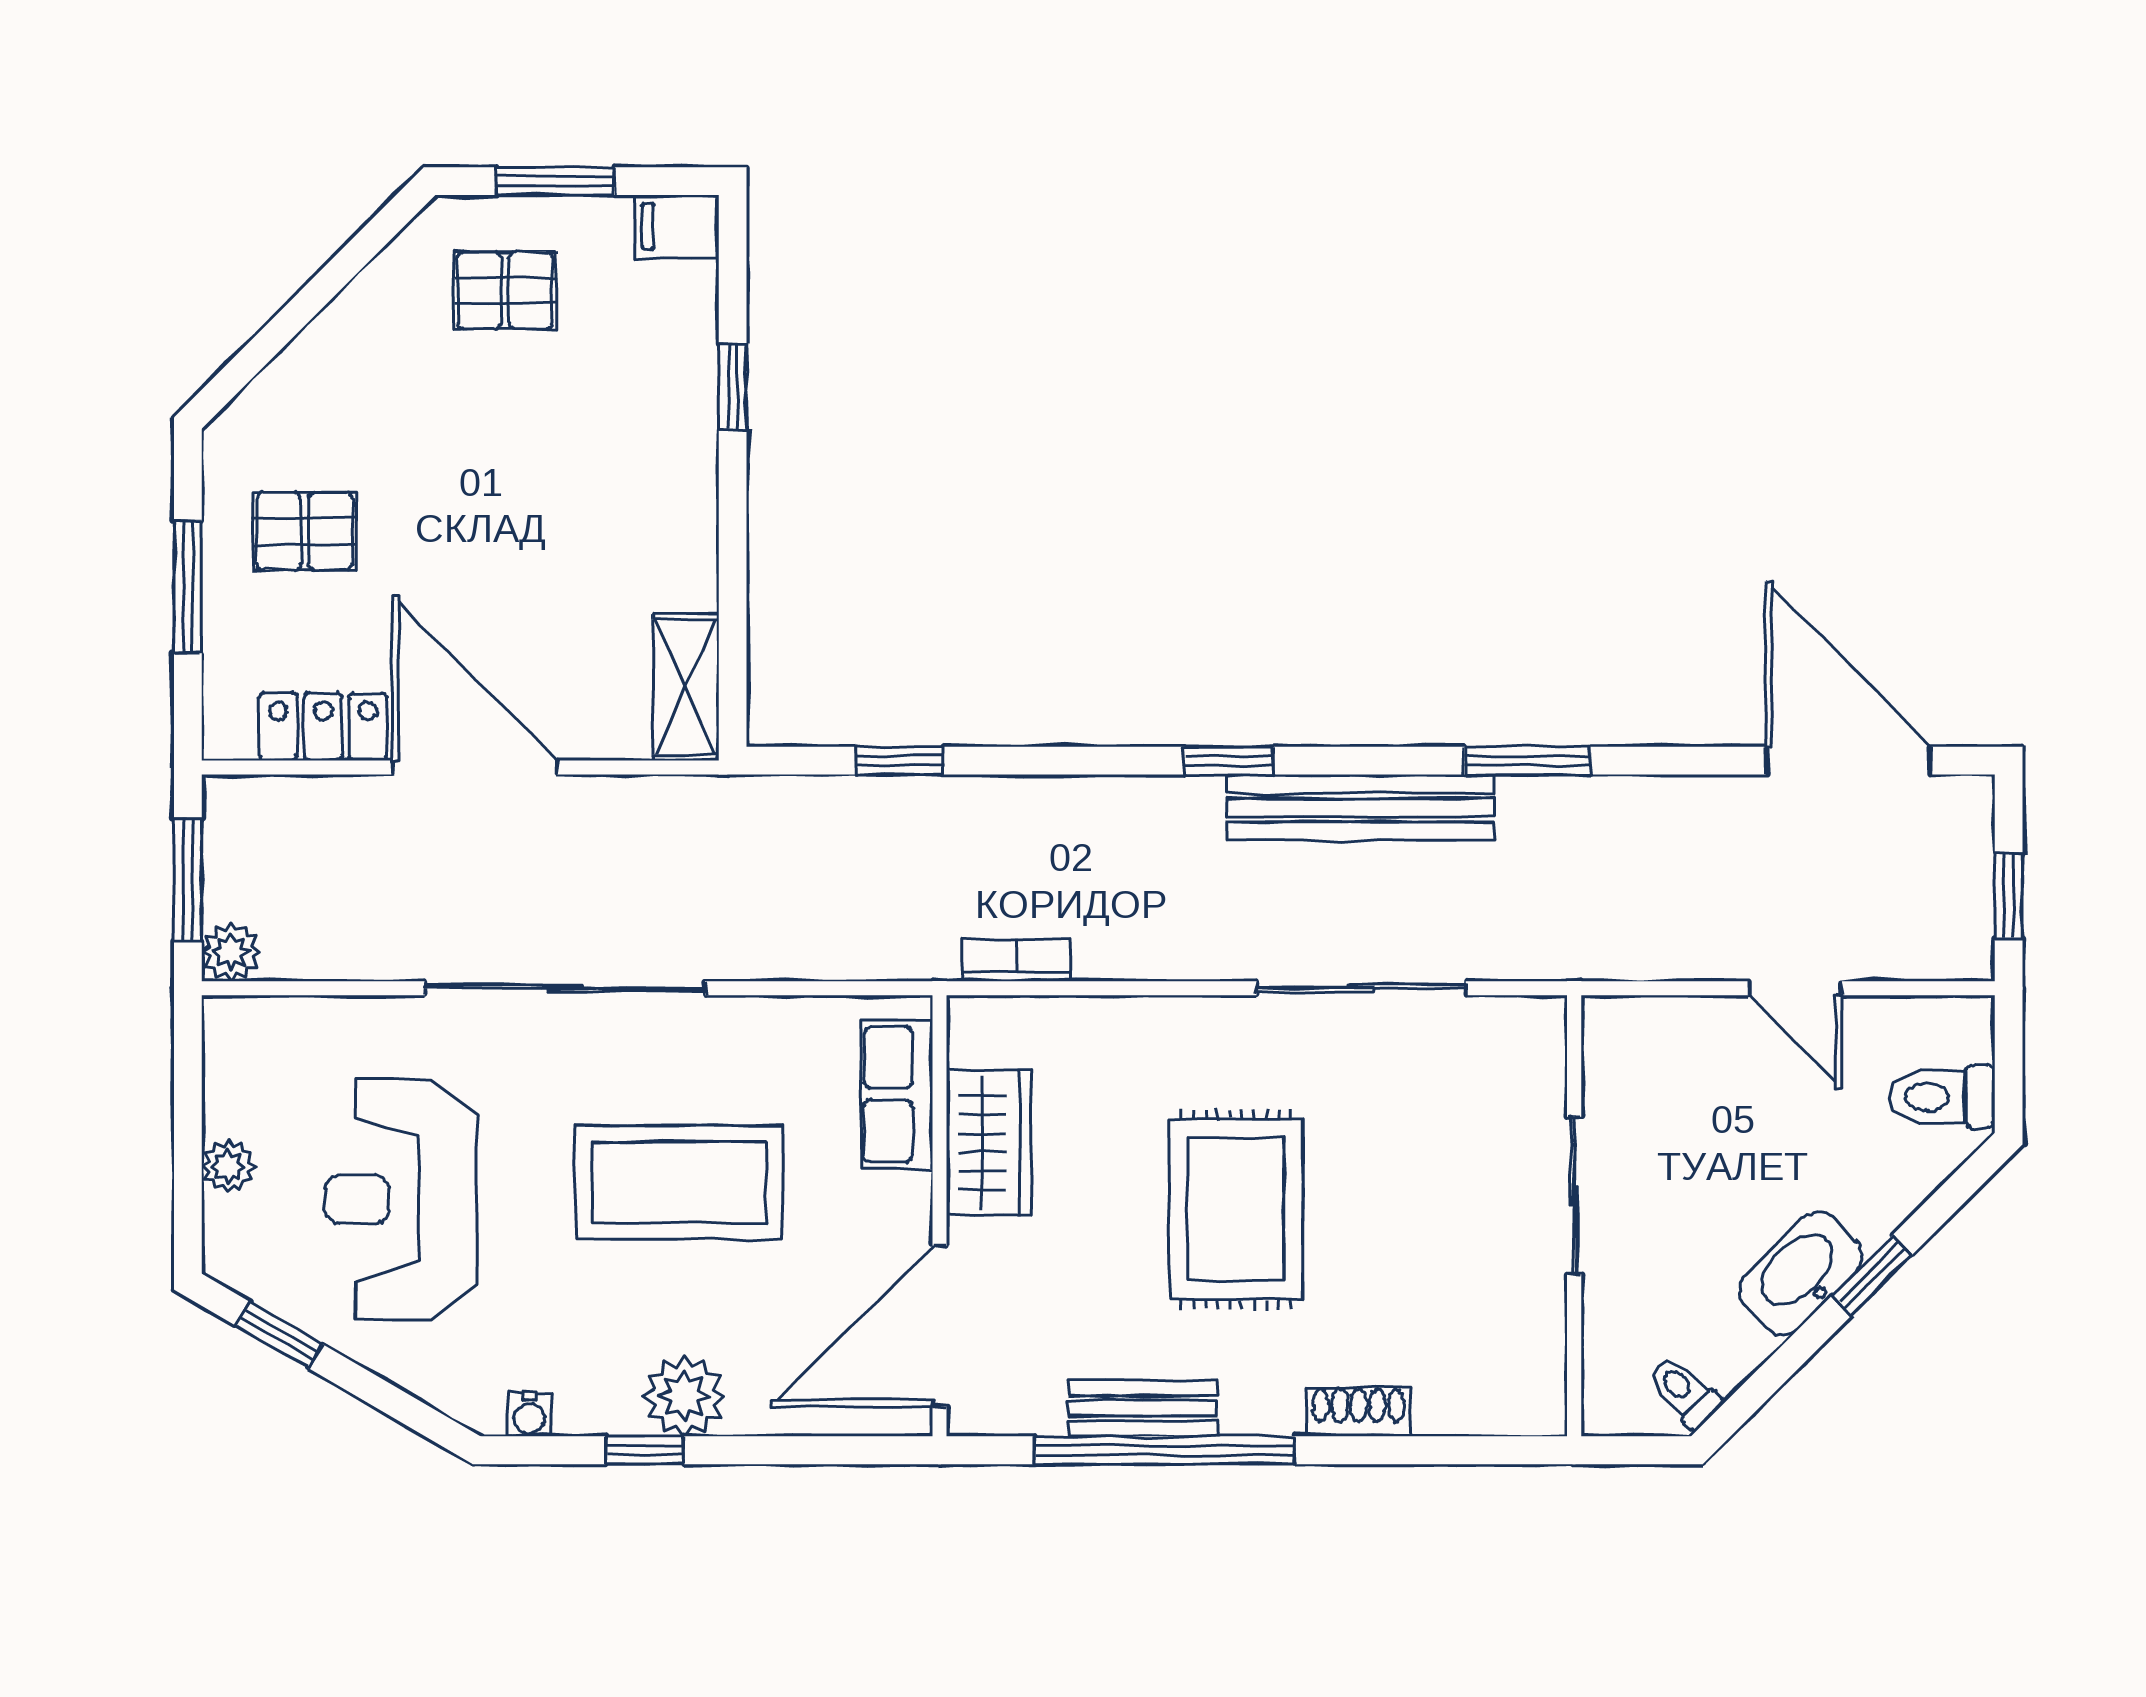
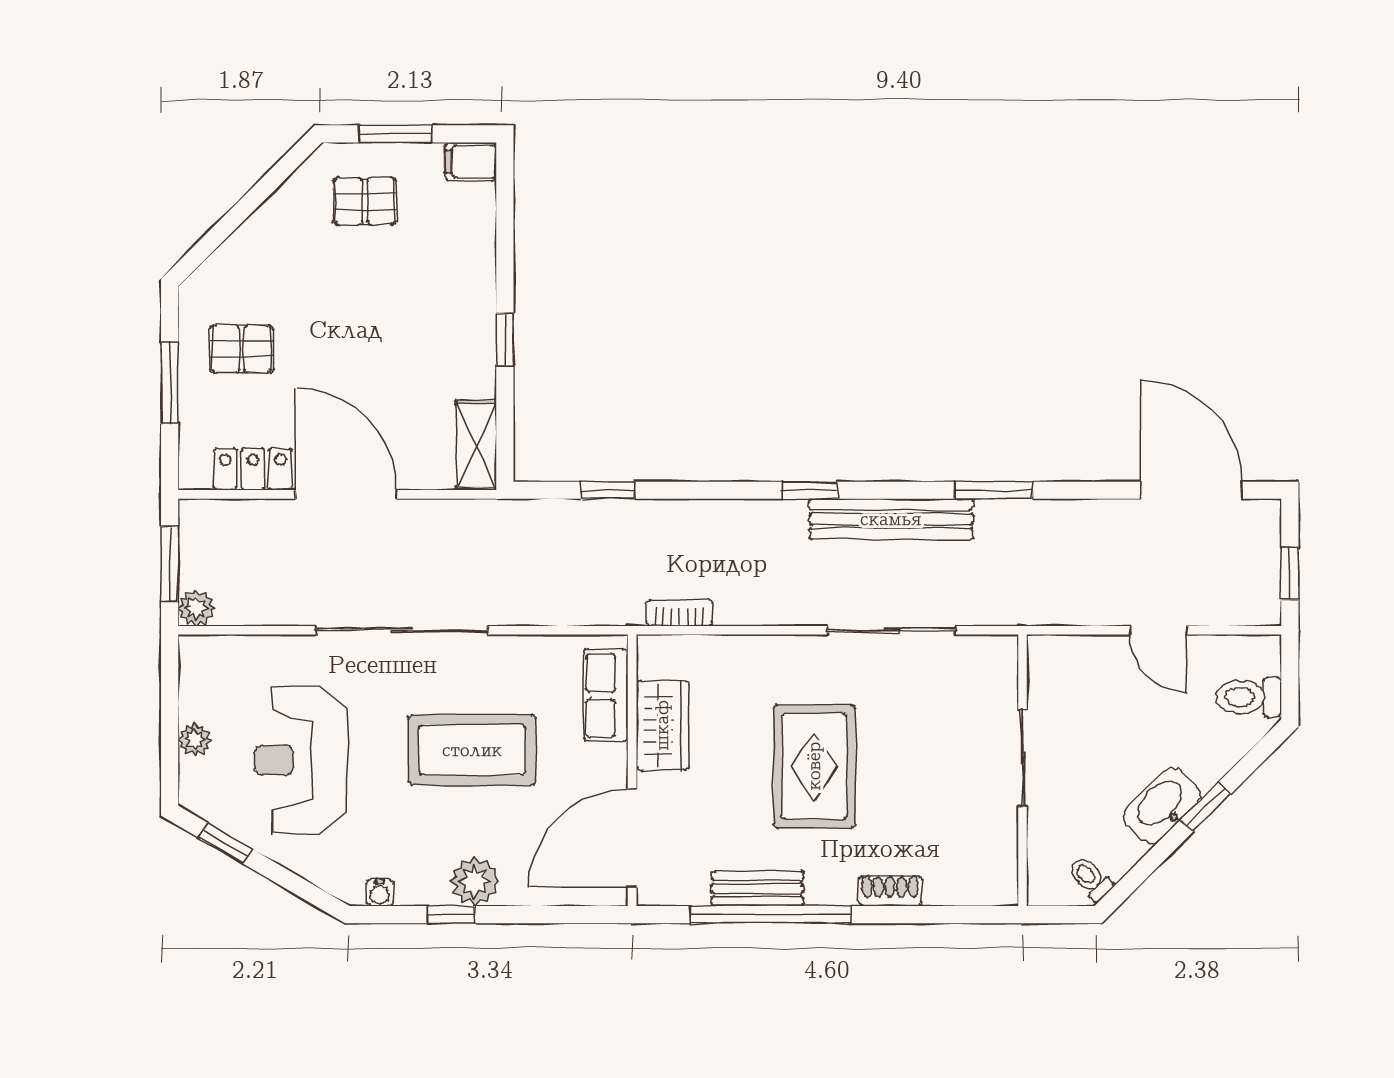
window: (733, 387) -> (505, 339), moved

